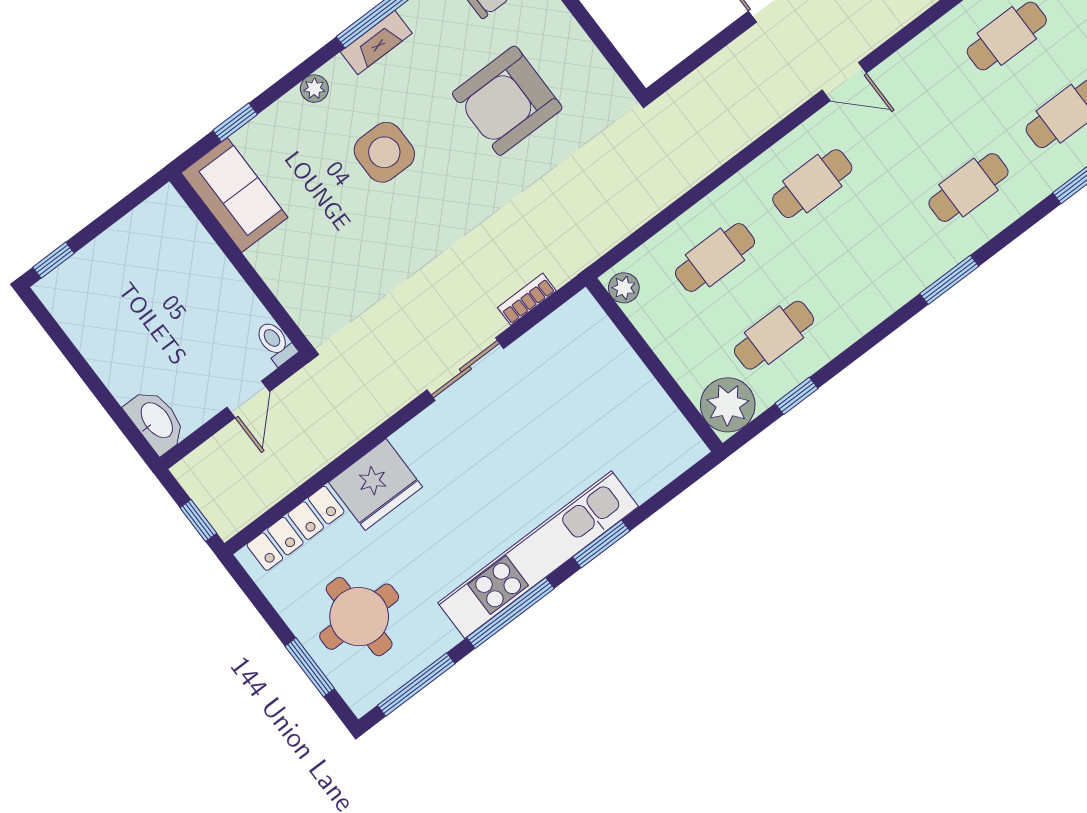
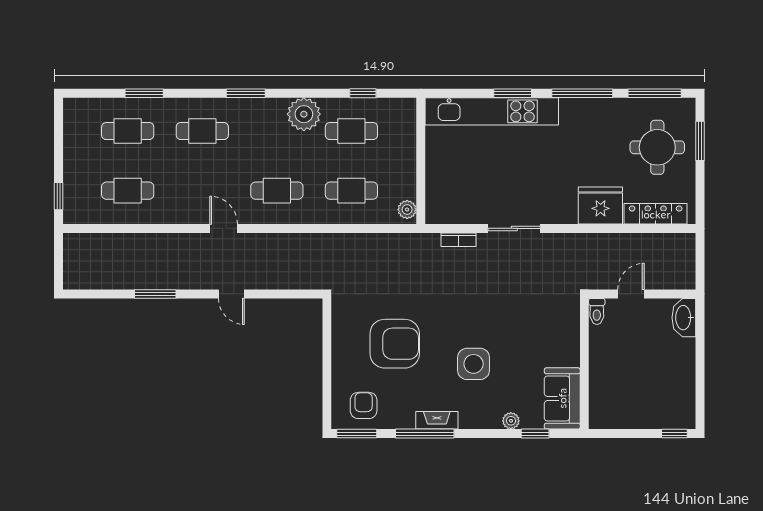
plant: (314, 89) -> (511, 421), moved
plant: (728, 405) -> (304, 114), moved
window: (198, 521) -> (700, 253), removed
kitchen unit: (538, 555) -> (492, 111), moved

